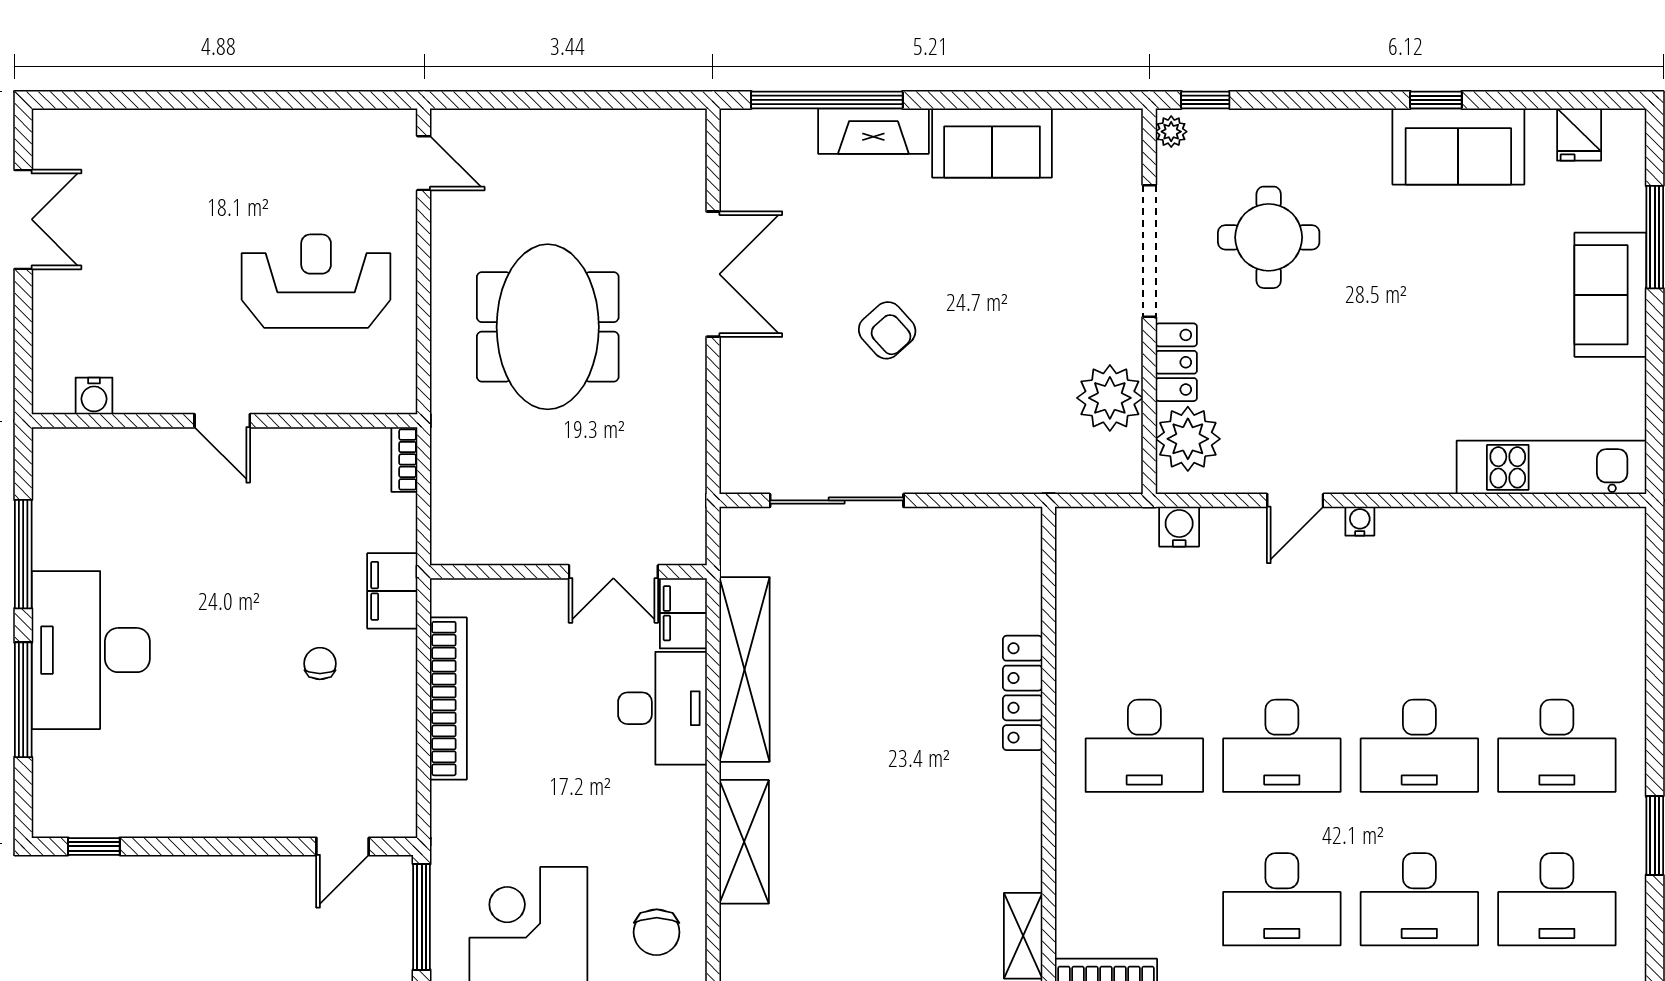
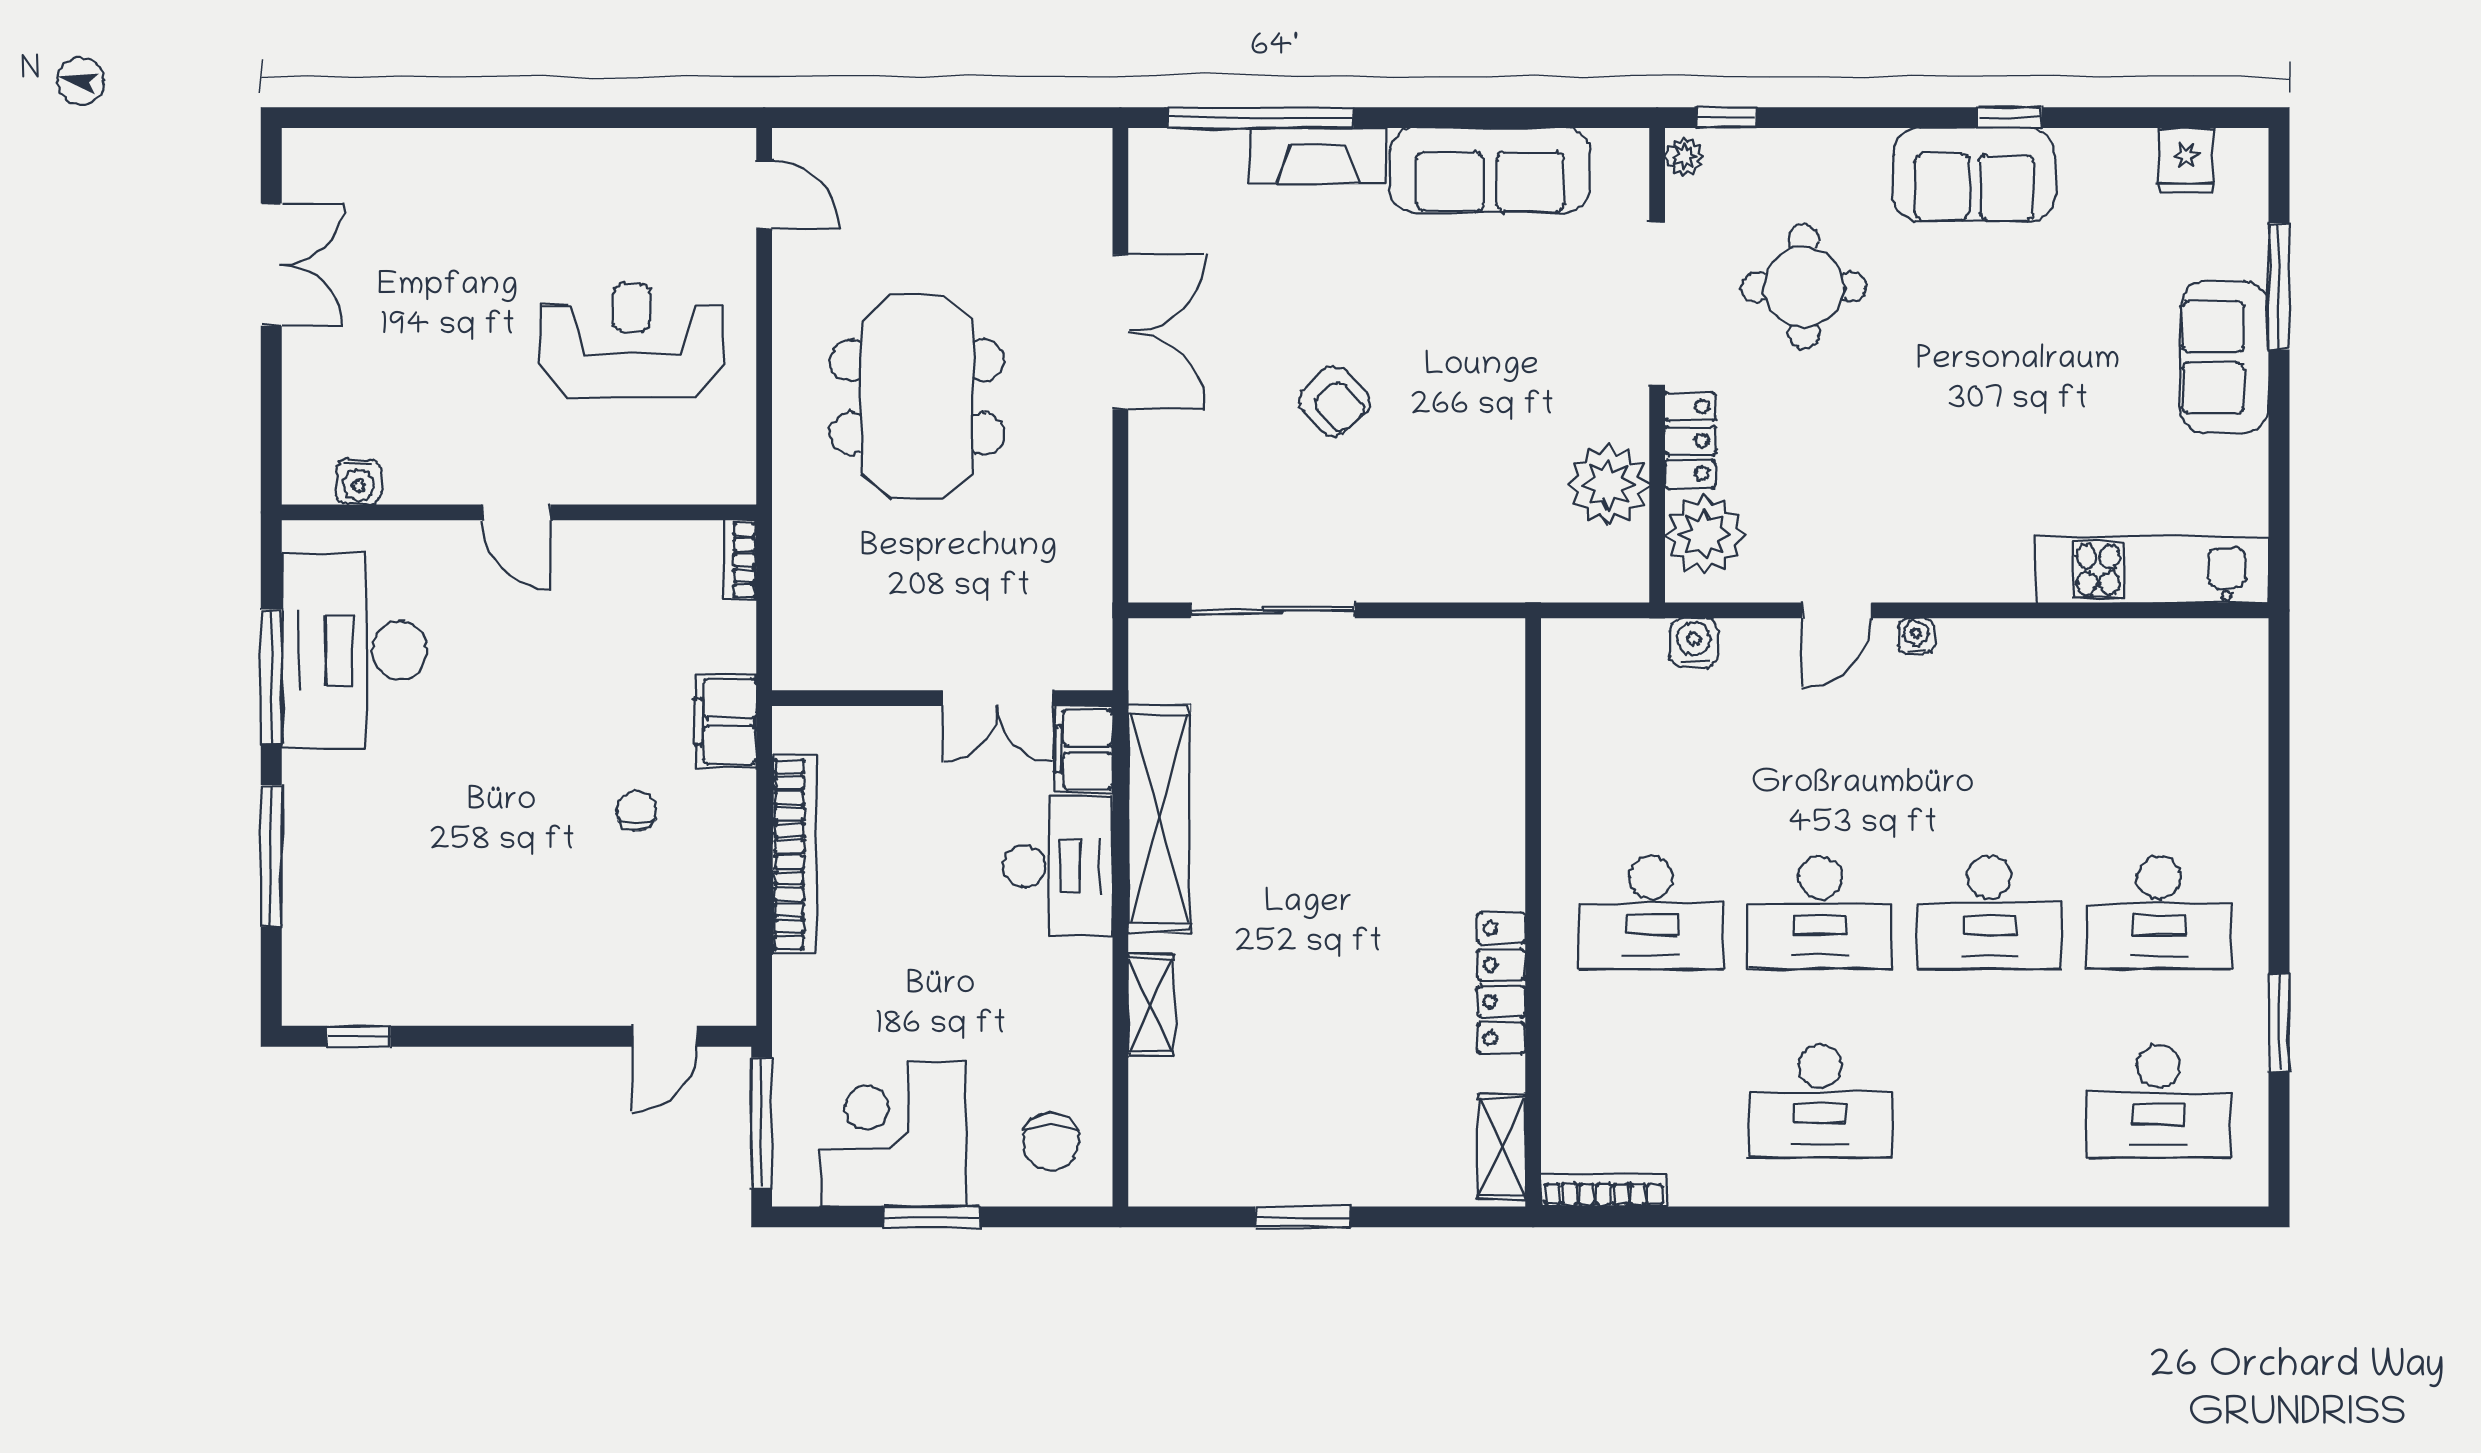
sofa: (992, 143) -> (1490, 171), width x1.36
sofa: (1458, 146) -> (1974, 175), moved
desk: (91, 650) -> (354, 650), moved
locker: (1023, 693) -> (1501, 983), moved
shelving: (744, 842) -> (1151, 1005), width x0.67, depth x0.75
desk: (1419, 899) -> (1989, 1101), removed

